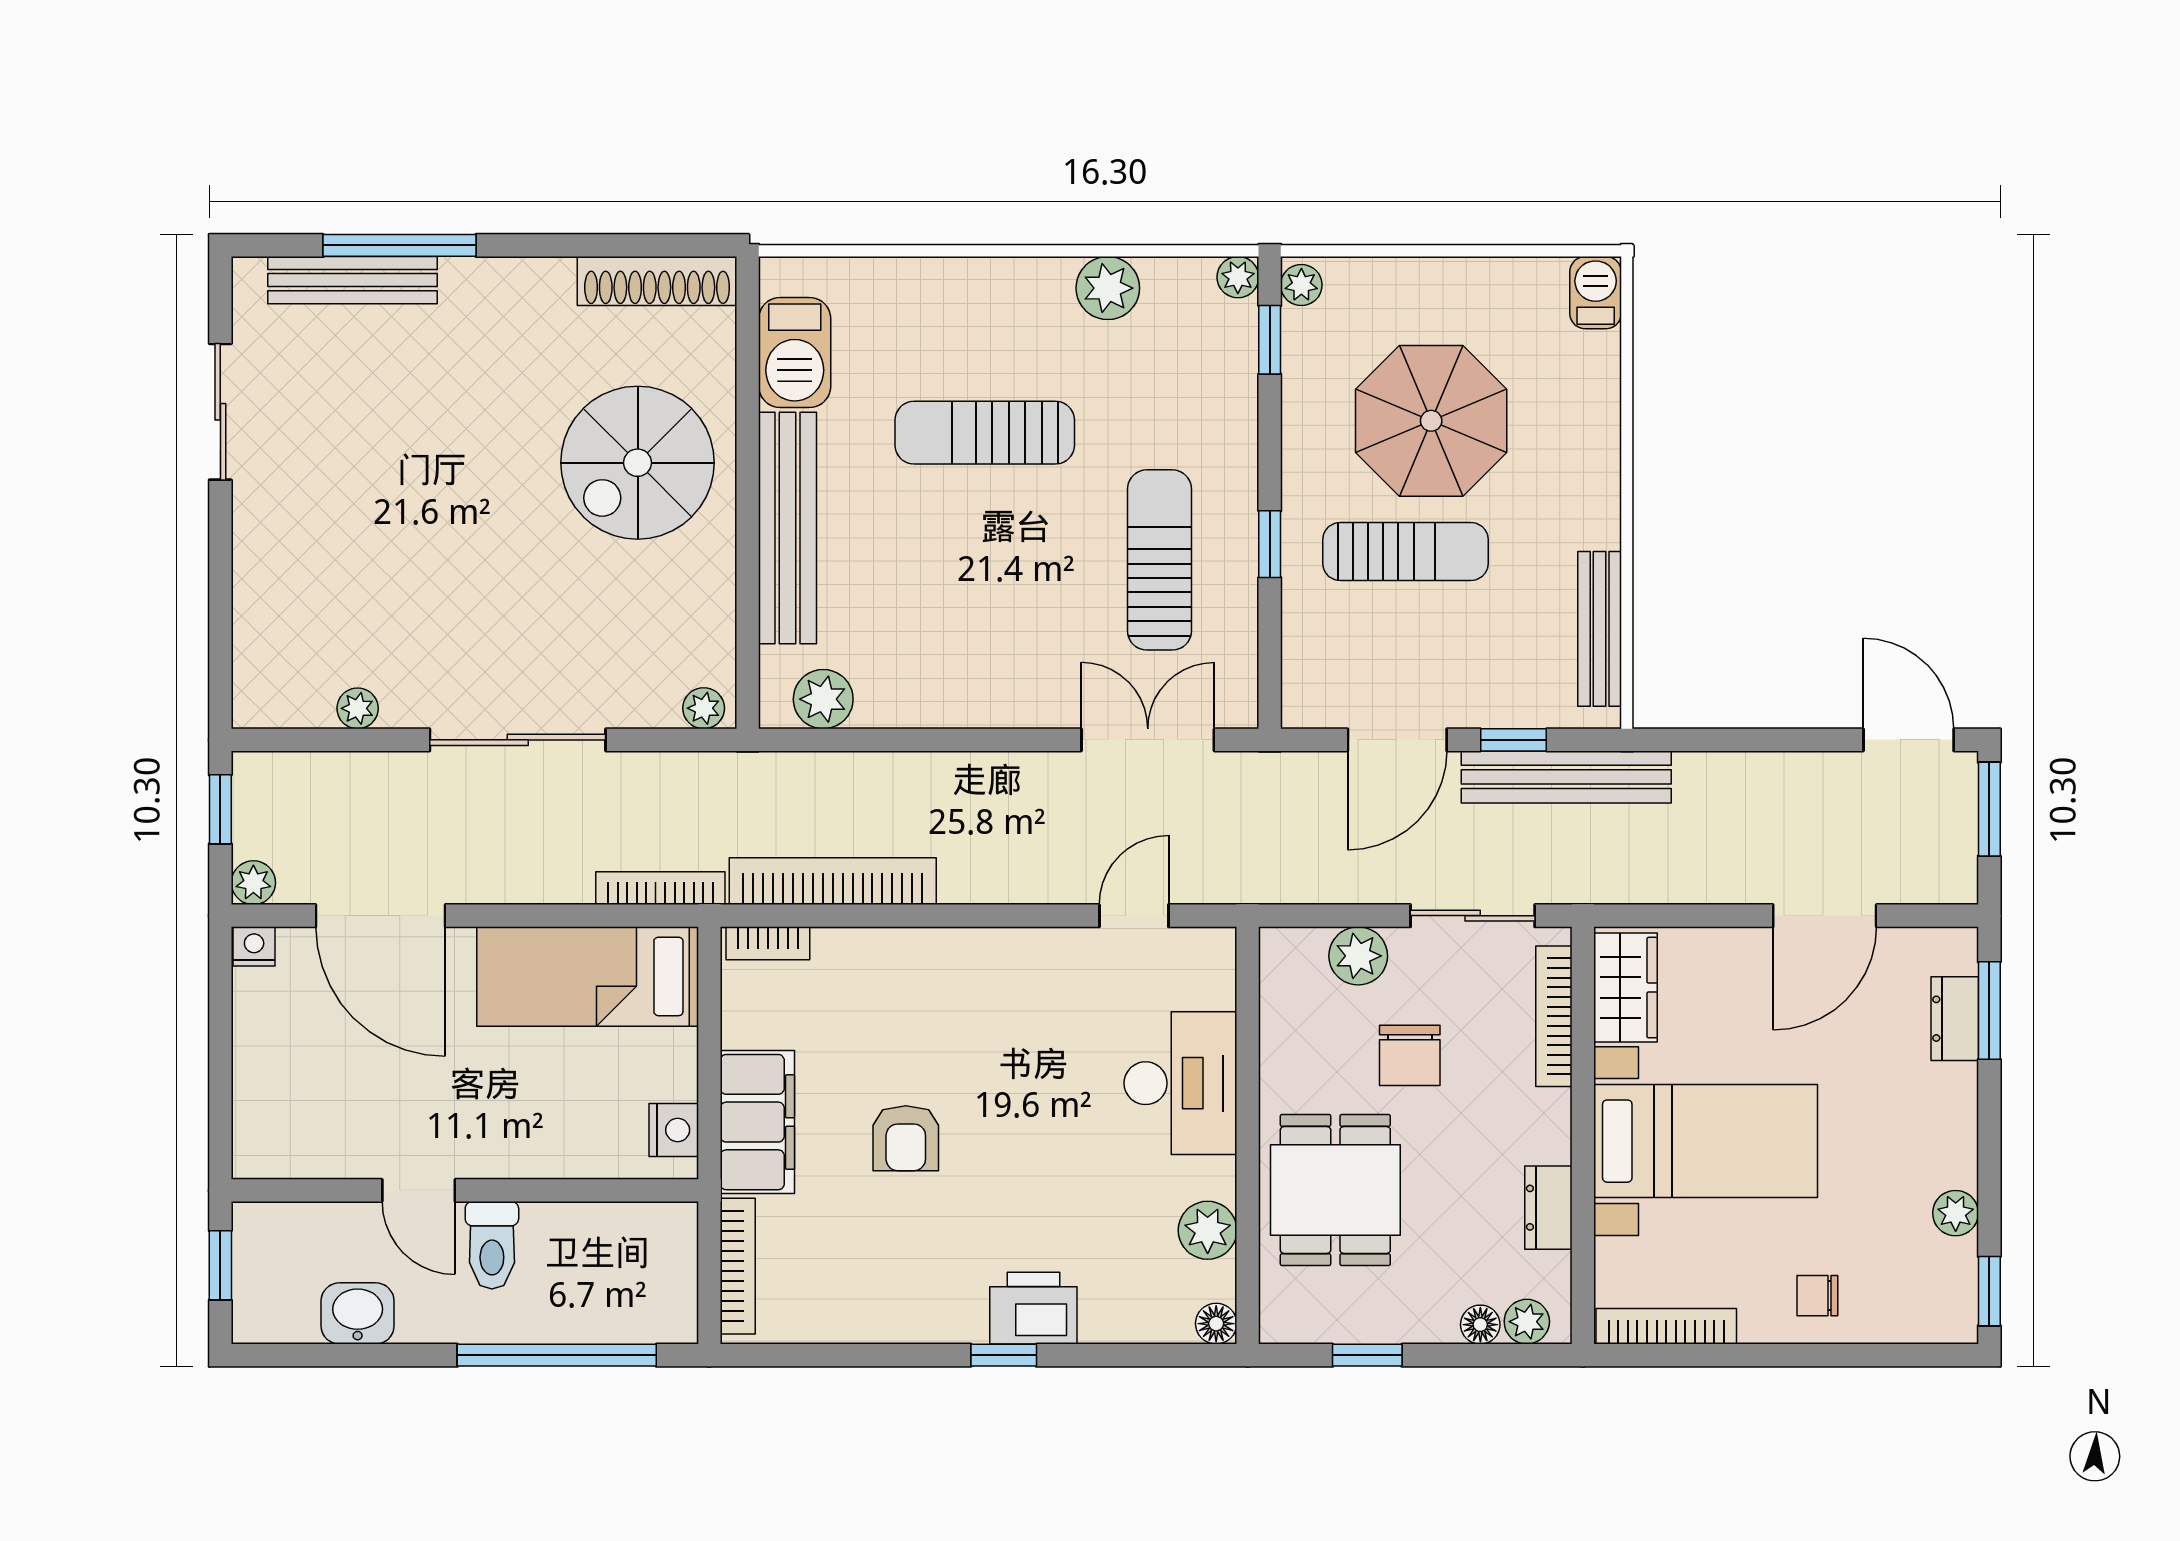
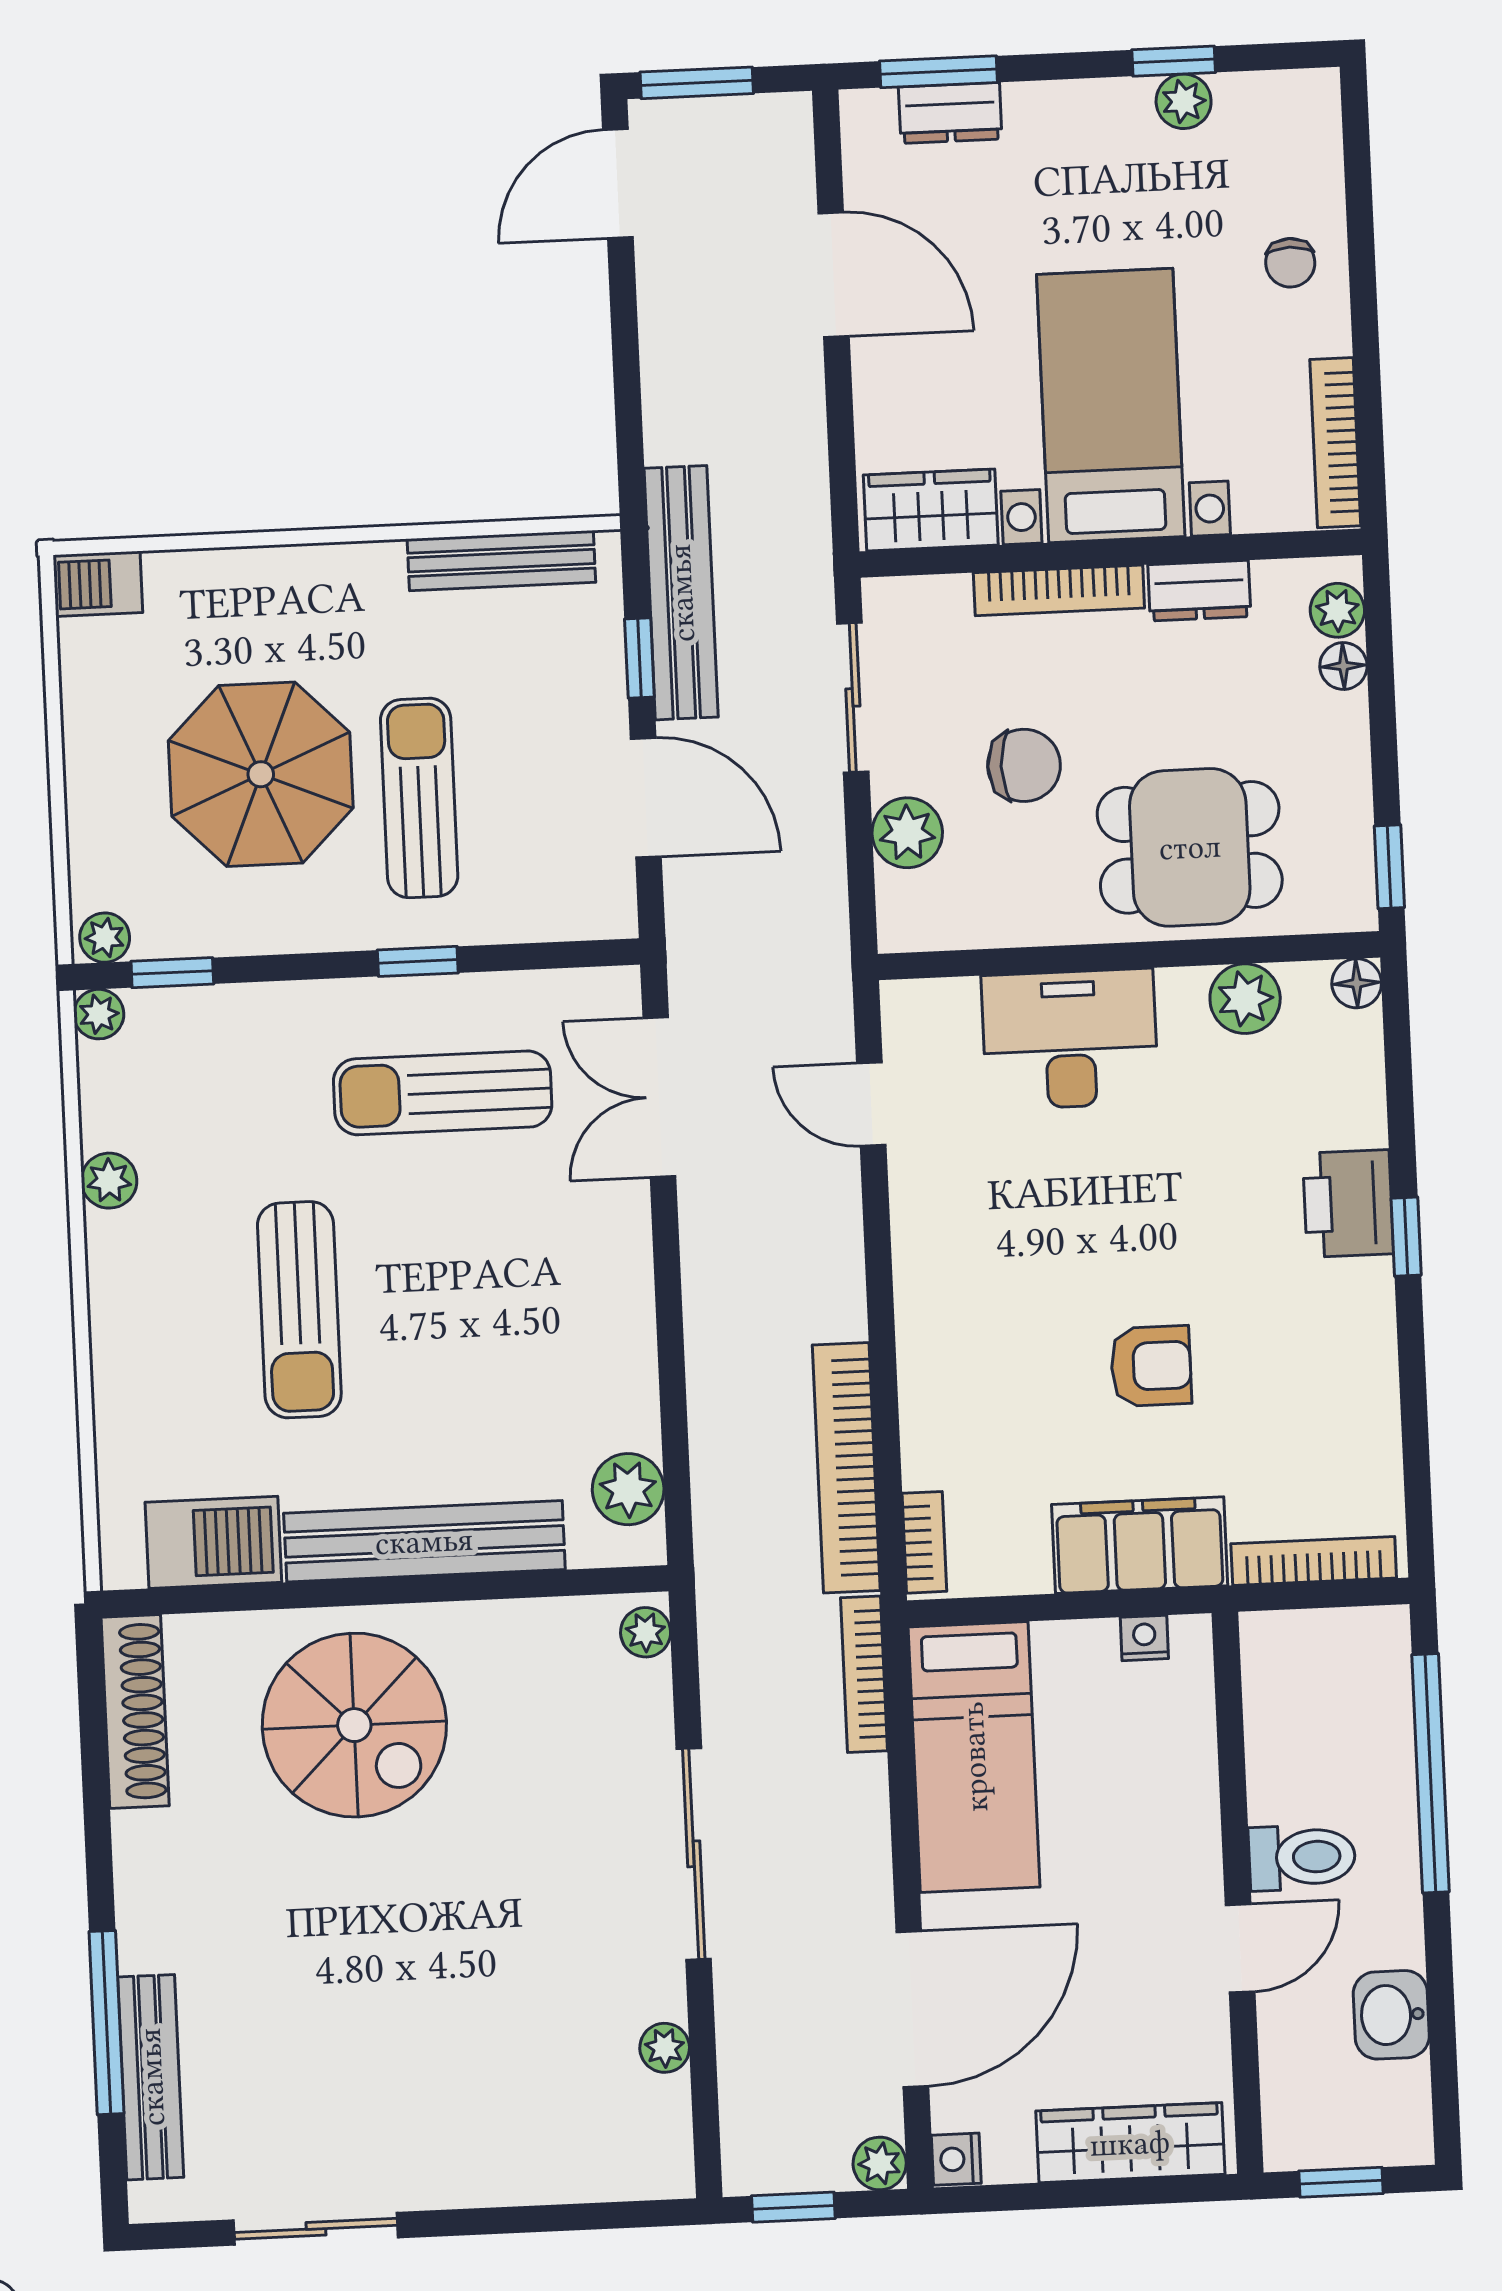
plant: (1108, 288) -> (109, 1181), width x0.73, depth x0.73
bookcase: (1554, 1016) -> (1059, 590), moved
wardrobe: (261, 1092) -> (1130, 2143), added
nightstand: (674, 1130) -> (1144, 1638), width x0.72, depth x0.74
window: (1989, 1291) -> (1174, 61), moved
window: (1367, 1355) -> (1389, 867), moved

